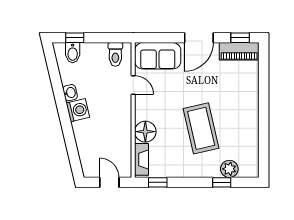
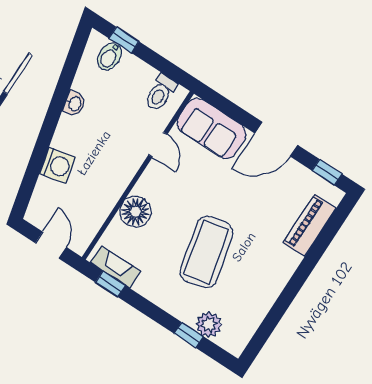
piano: (239, 51) -> (310, 225), moved, turned 90
washing machine: (78, 110) -> (58, 165), moved
fireplace: (142, 159) -> (115, 267), moved, turned -90

